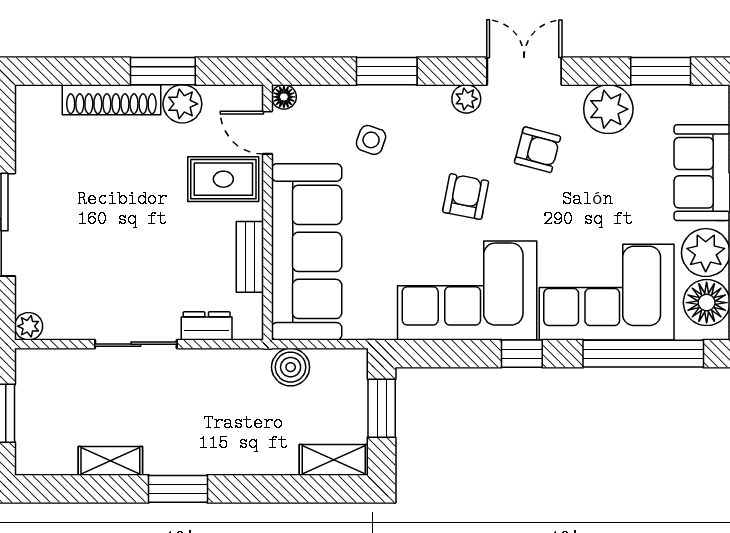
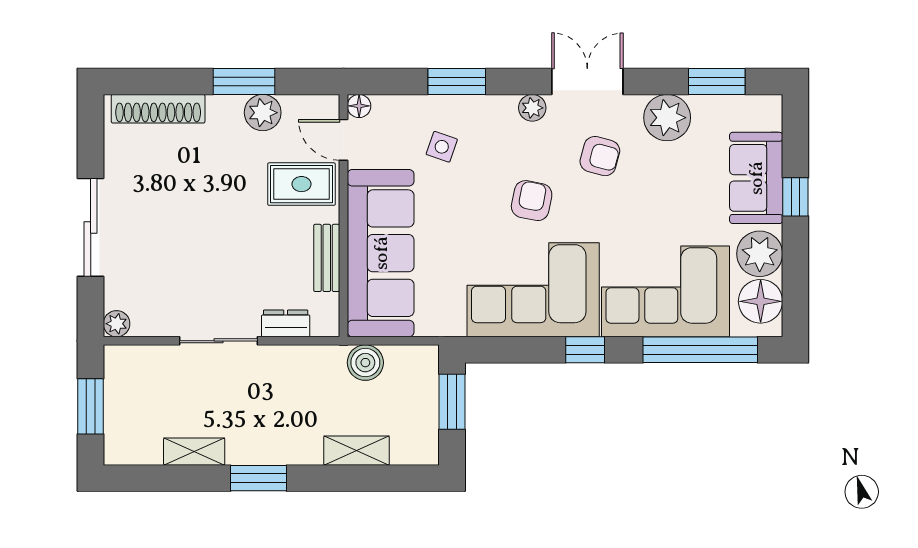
shoe rack: (111, 100) -> (158, 109), moved
shelving: (334, 460) -> (357, 451), moved

